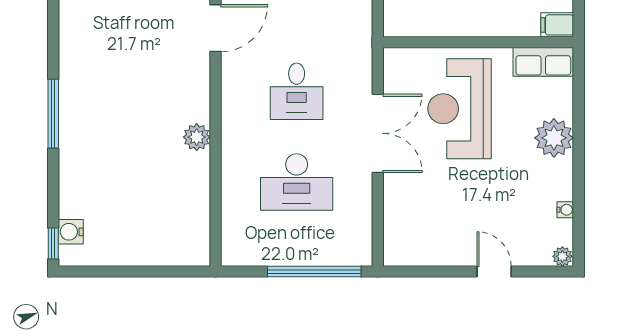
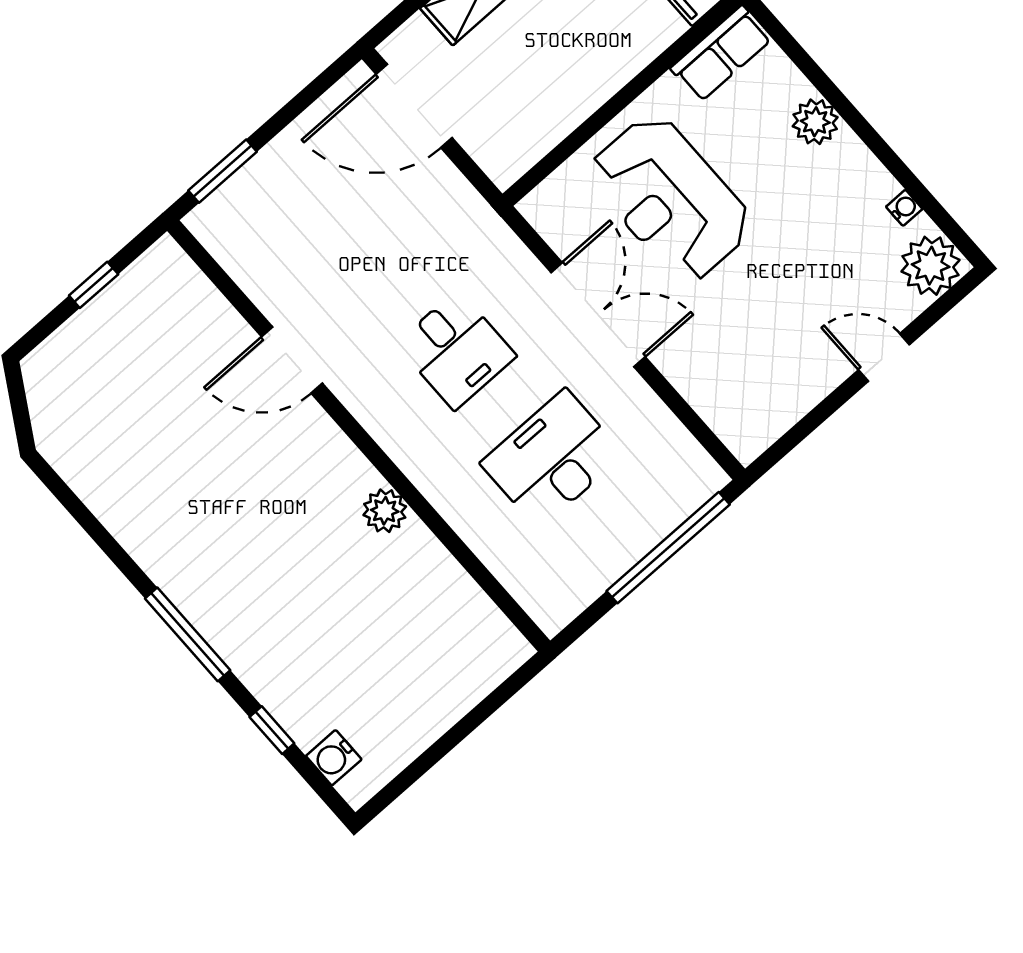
door: (215, 28) -> (292, 360), swing flipped
plant: (554, 138) -> (815, 122), width x0.73, depth x0.73
desk: (297, 182) -> (552, 459), turned 180
window: (53, 243) -> (272, 730), moved
plant: (562, 256) -> (931, 266), width x1.88, depth x1.88

